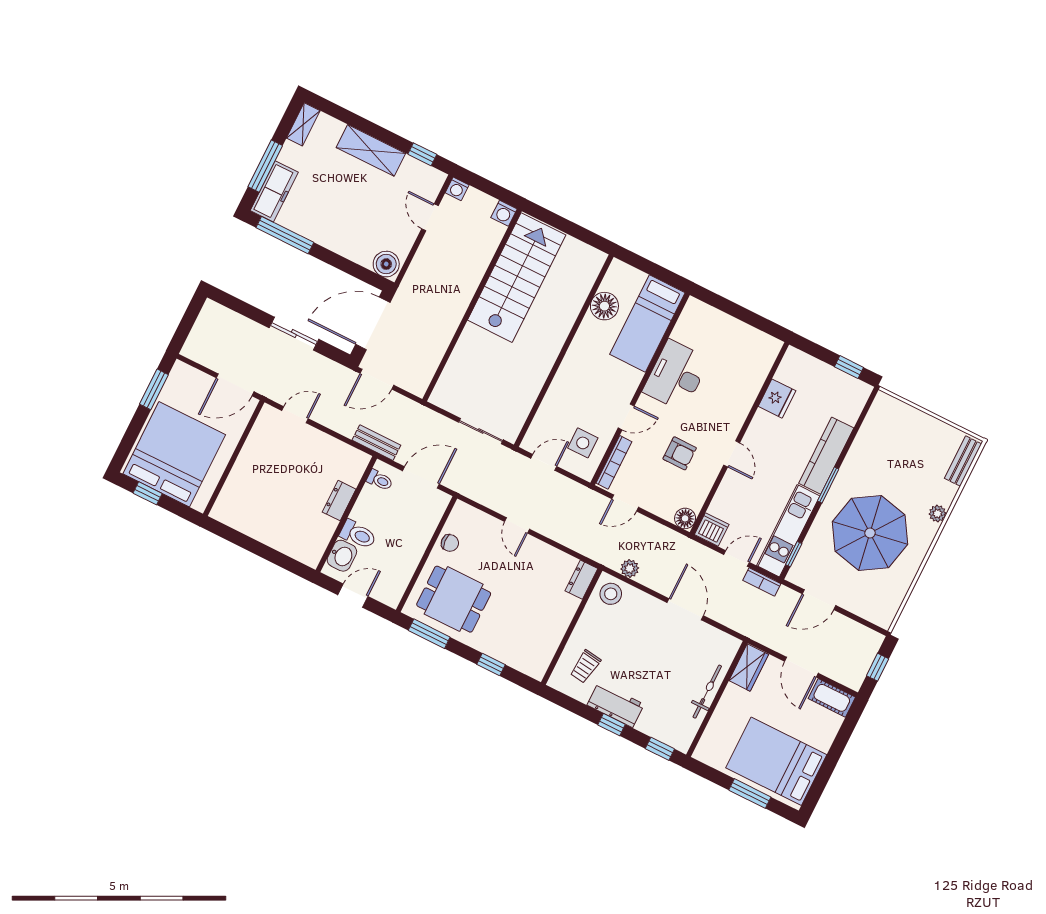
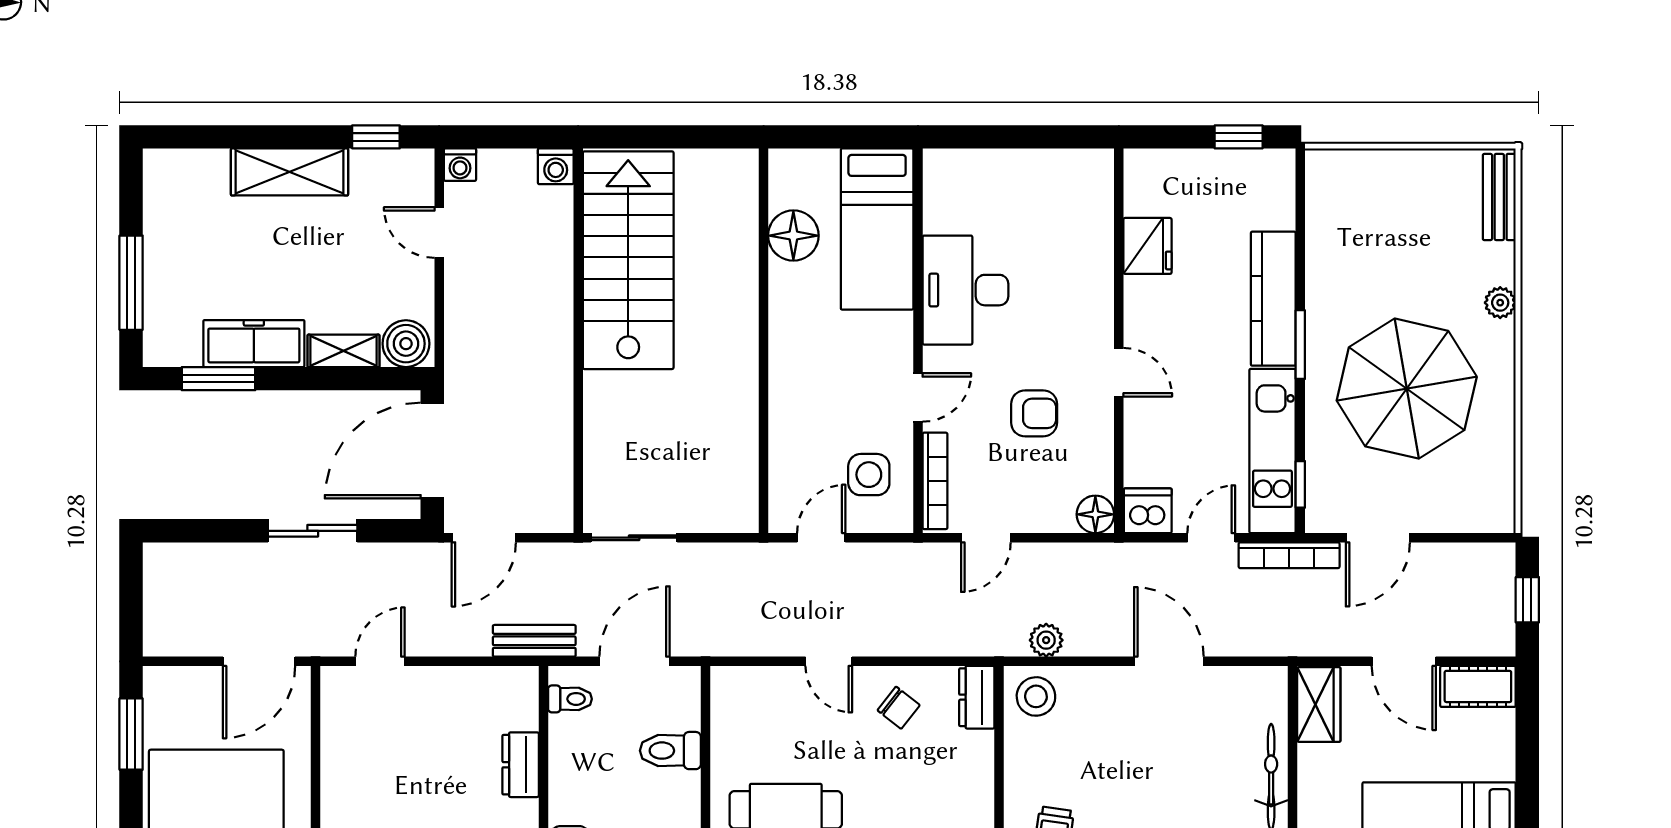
shelving: (303, 124) -> (344, 351), moved, turned 90
freezer: (274, 191) -> (254, 344), moved, turned -90
window: (285, 235) -> (218, 379), width x0.69
sliding door: (481, 431) -> (634, 538), moved
toilet: (358, 534) -> (670, 751), moved, turned 180
chair: (450, 543) -> (899, 708), moved, turned 41
bookcase: (762, 582) -> (1289, 555), width x1.56

